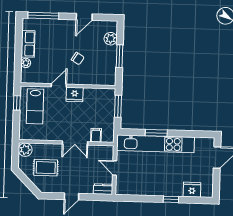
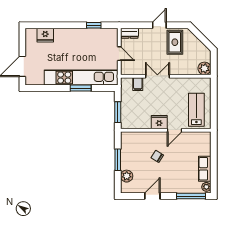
plant: (26, 63) -> (206, 187), moved
window: (17, 103) -> (214, 113), removed
rug: (46, 168) -> (175, 42), moved, turned 90
window: (171, 199) -> (94, 25), moved

